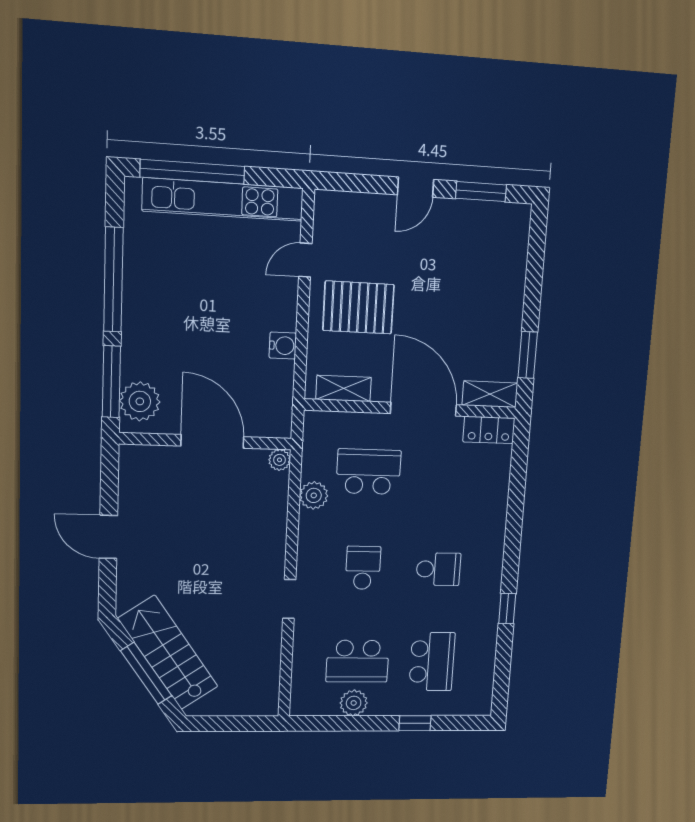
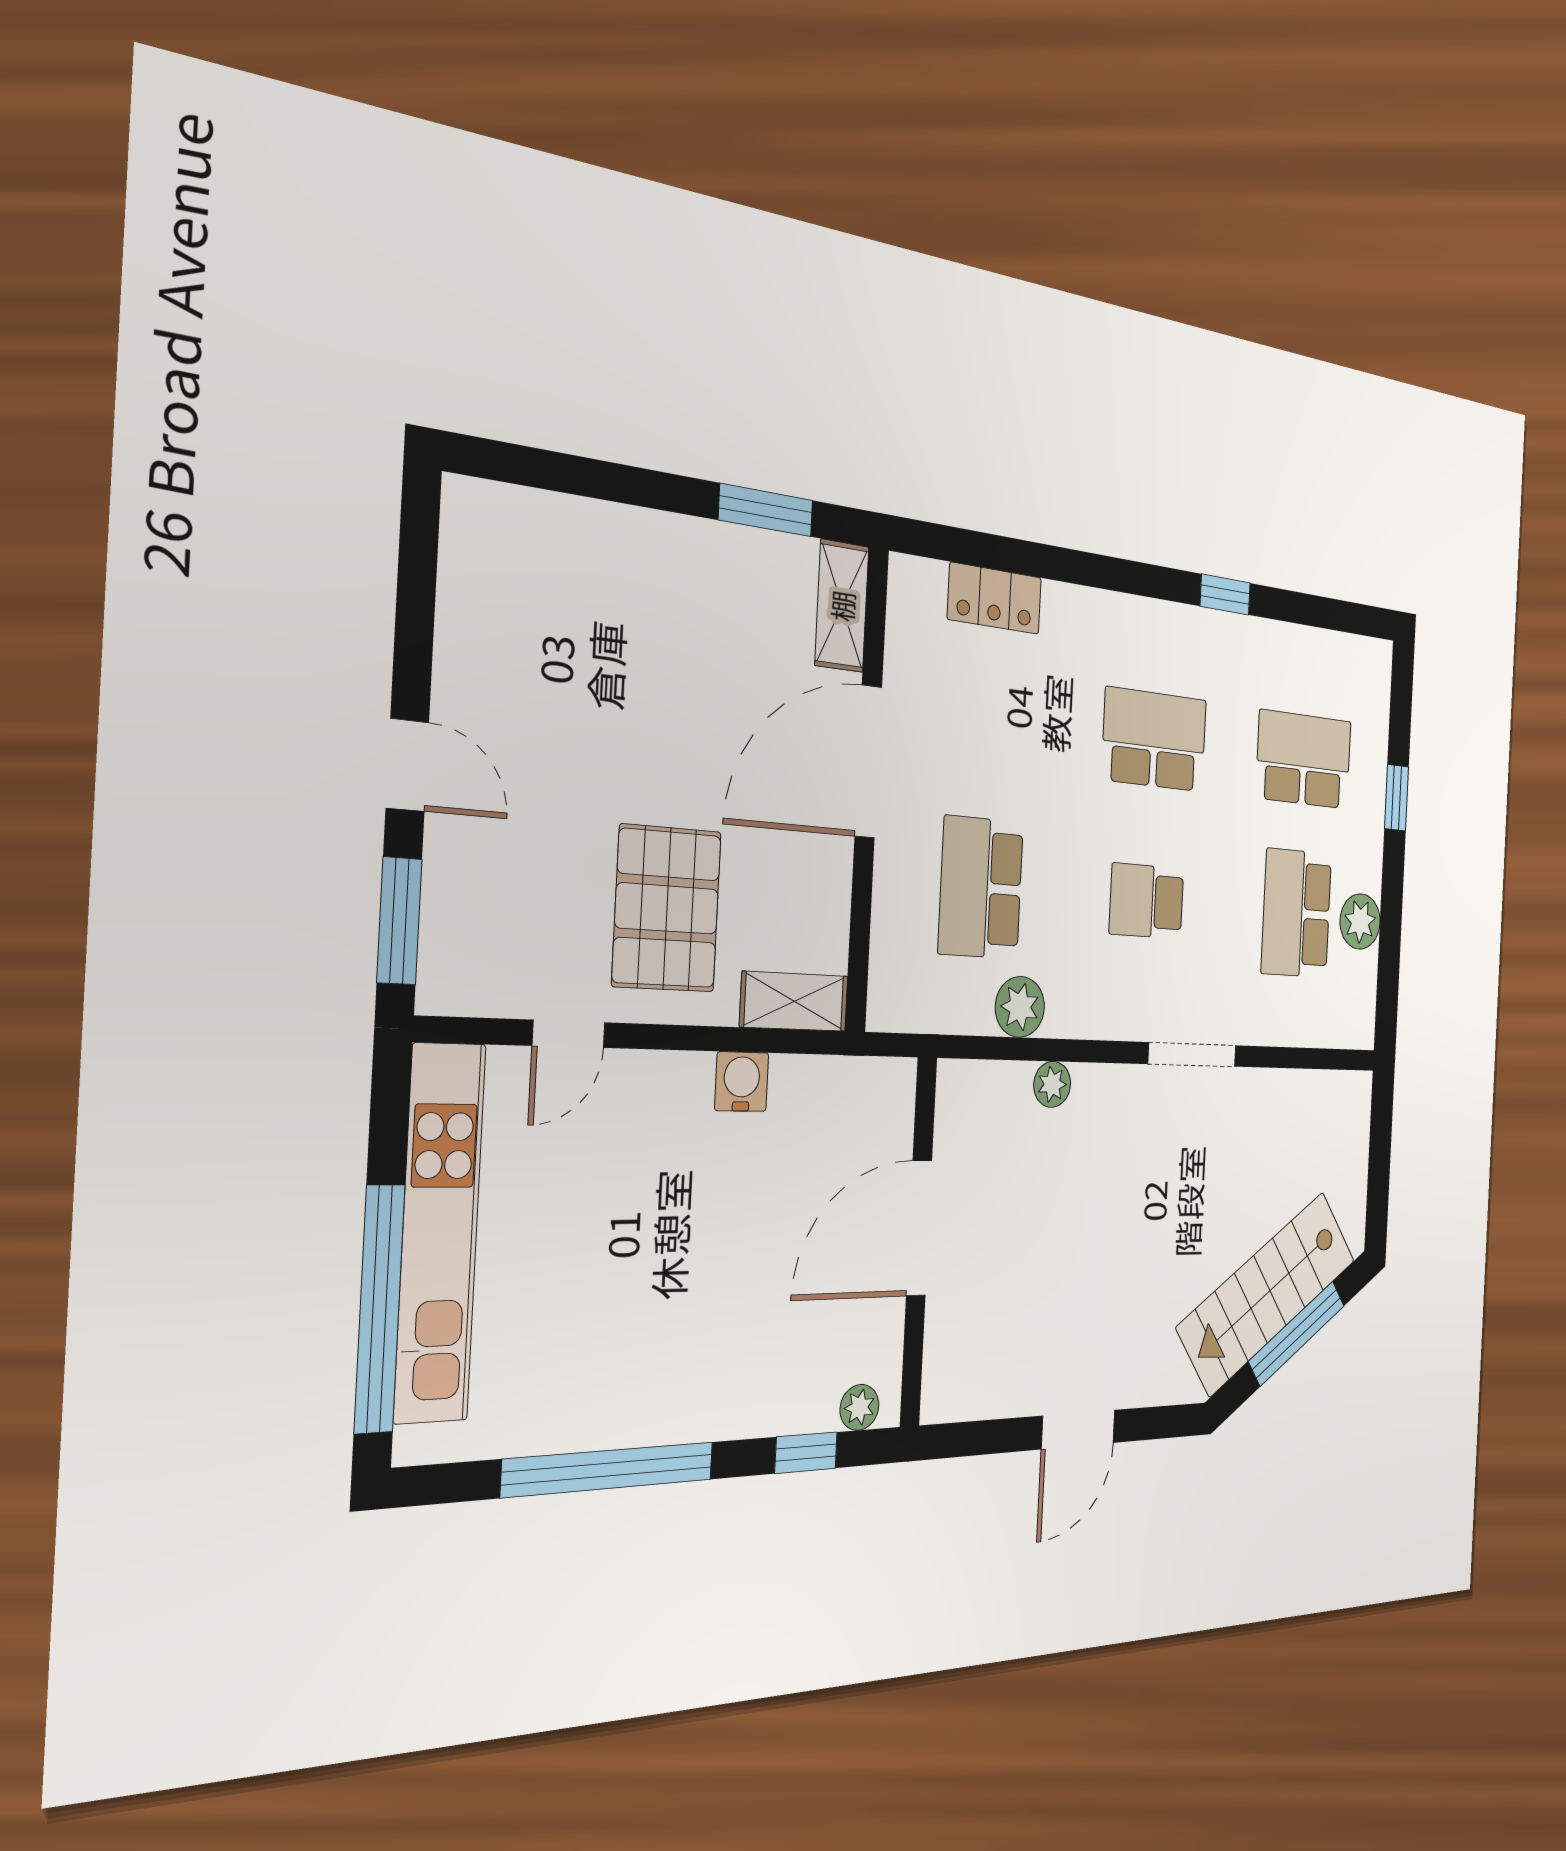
window: (481, 192) -> (399, 921), moved
door: (305, 260) -> (569, 1034), hinge flipped
window: (111, 382) -> (806, 1453), width x0.46
shelving: (344, 388) -> (794, 1001), moved, turned 90
plant: (140, 401) -> (859, 1407), width x0.53, depth x0.53
locker: (489, 430) -> (995, 598), moved, turned 90
plant: (280, 460) -> (1052, 1084), moved
school desk: (438, 569) -> (1154, 740), width x1.85
doorway: (289, 599) -> (1192, 1055), width x1.38
school desk: (358, 661) -> (1296, 913), turned 180

